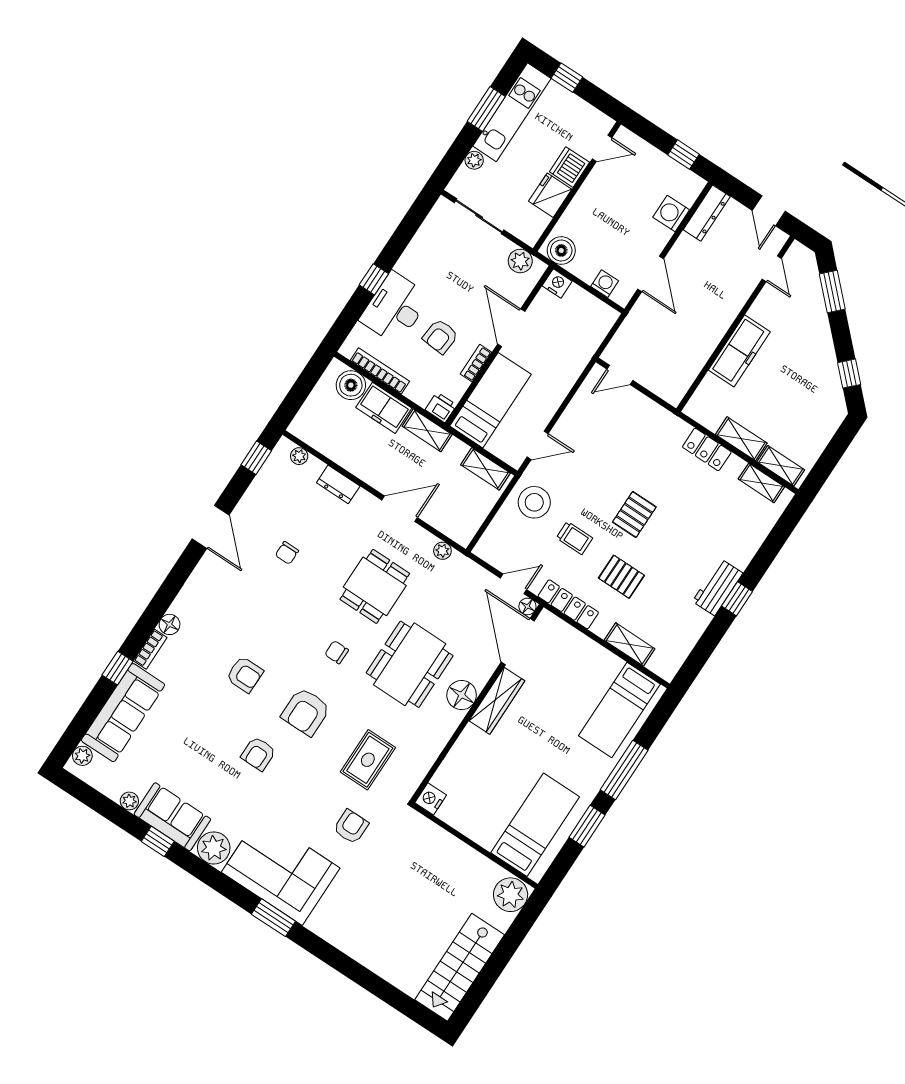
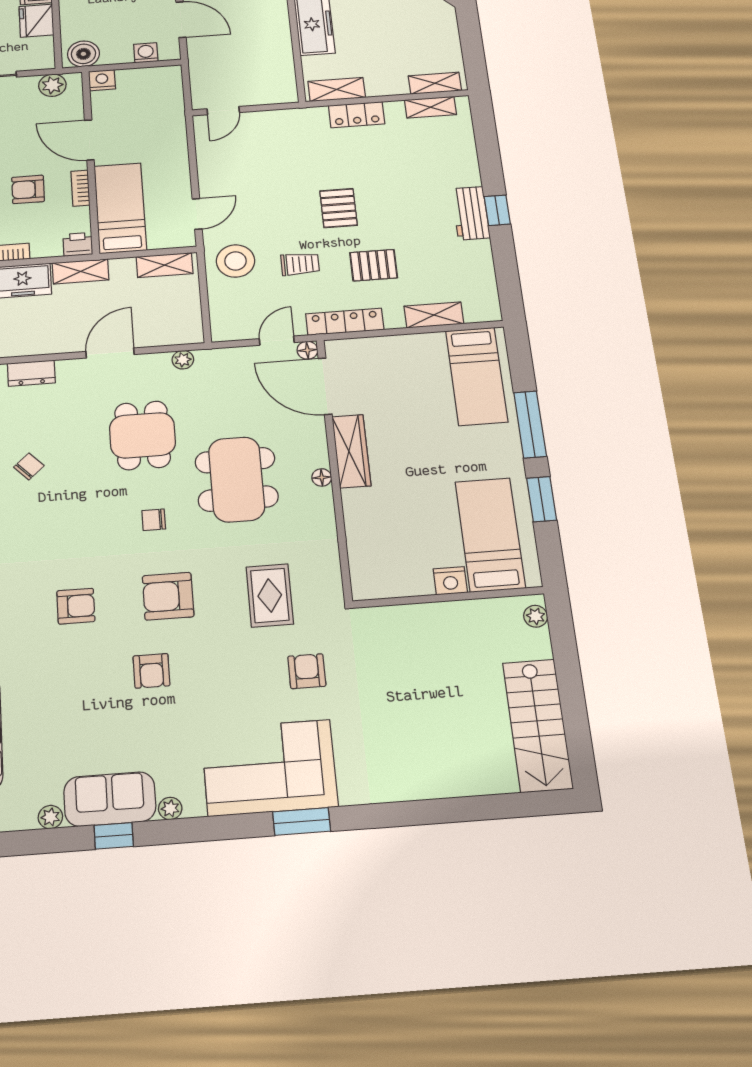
armchair: (440, 336) -> (28, 189), turned 85
shelving: (741, 439) -> (337, 90), moved
chair: (287, 553) -> (29, 466), turned -133
floor lamp: (462, 695) -> (322, 477), width x0.53, depth x0.53
armchair: (306, 712) -> (168, 596), turned 90
nightstand: (431, 799) -> (450, 581), moved, turned -90
plant: (214, 848) -> (170, 808), width x0.53, depth x0.53
plant: (511, 895) -> (536, 616), width x0.53, depth x0.53

